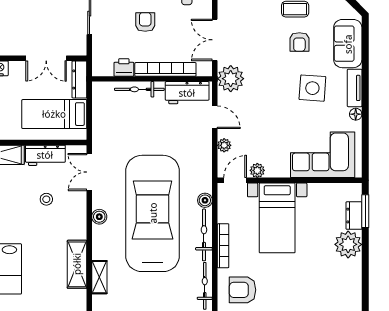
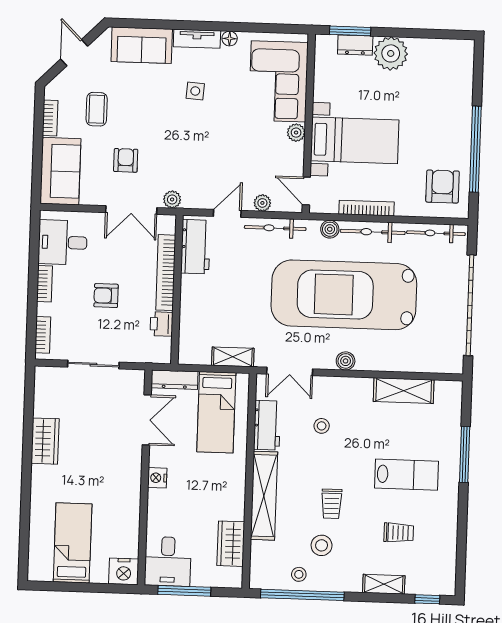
armchair: (299, 42) -> (126, 160), moved, turned -90
plant: (231, 79) -> (172, 199), width x0.53, depth x0.53
side table: (312, 88) -> (195, 91), width x0.54, depth x0.54
bicycle: (139, 89) -> (275, 228), moved, turned 90
plant: (257, 170) -> (296, 133), moved
bookcase: (223, 246) -> (367, 208), moved
shelving: (99, 277) -> (233, 357), moved
armchair: (242, 290) -> (443, 187), turned 180

